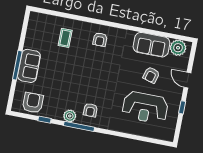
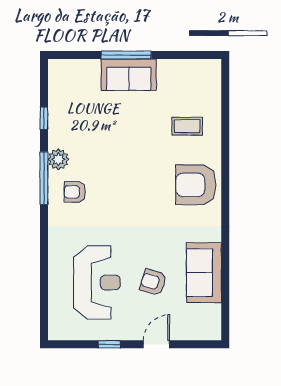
armchair: (100, 40) -> (196, 185), width x1.88, depth x1.88
plant: (178, 48) -> (208, 318), removed
armchair: (33, 103) -> (68, 93), removed
reception desk: (145, 108) -> (97, 282), turned 180

